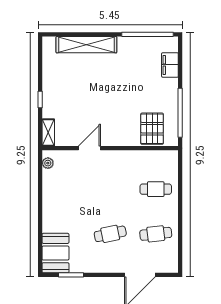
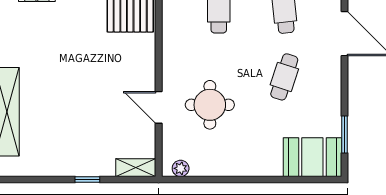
round table: (91, 183) -> (210, 105), added
cafe table: (110, 234) -> (284, 77), turned 30

